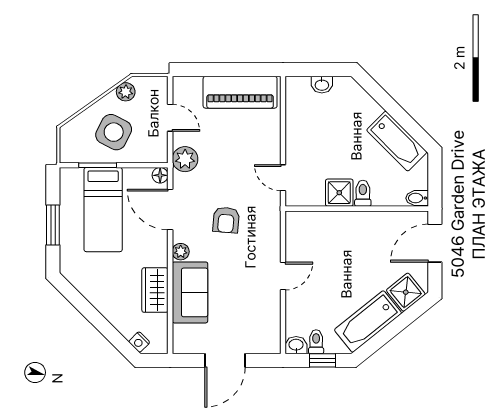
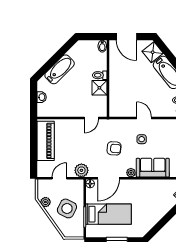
bathtub: (397, 141) -> (60, 69), moved
side table: (243, 272) -> (142, 139), added
wardrobe: (155, 290) -> (152, 186), removed

